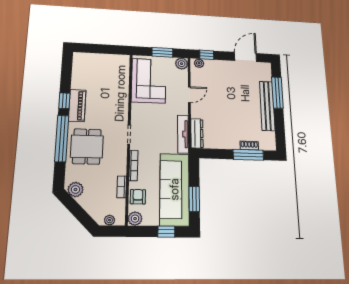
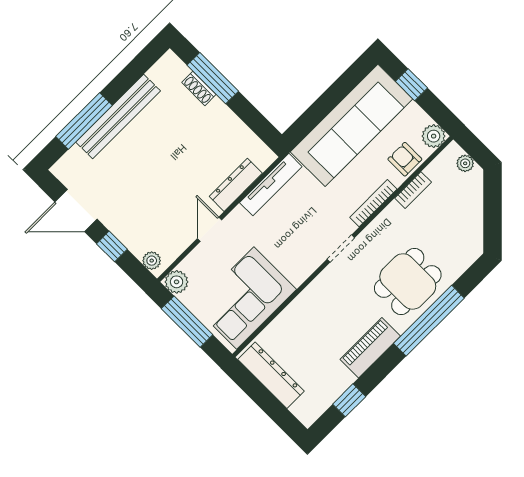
window: (162, 52) -> (187, 322), width x1.44
window: (207, 55) -> (112, 246), moved
dresser: (109, 60) -> (271, 375), added
door: (189, 95) -> (210, 229), hinge flipped
window: (64, 101) -> (349, 400), moved
dresser: (197, 133) -> (236, 185), moved
plant: (75, 189) -> (471, 239), removed
armchair: (138, 197) -> (405, 159), turned 90
window: (194, 199) -> (339, 90), removed

